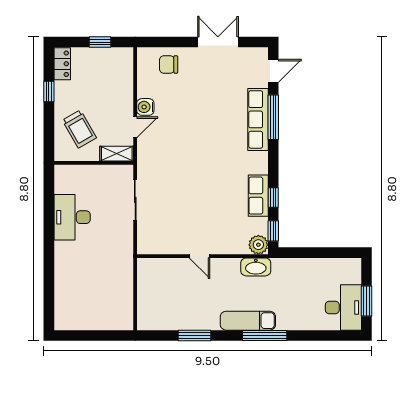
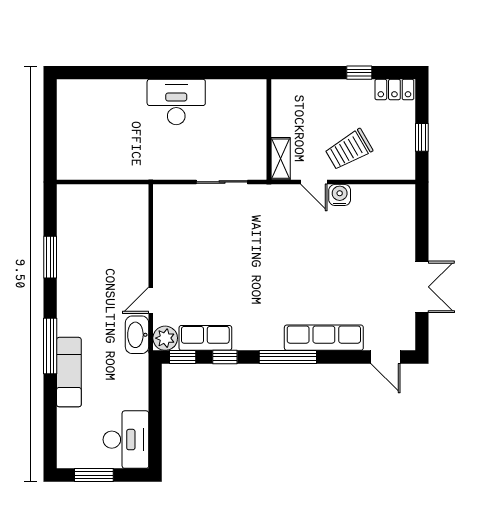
chair: (169, 64) -> (393, 224), removed
window: (273, 117) -> (288, 357), moved
trolley: (79, 129) -> (349, 150), moved
row of seats: (258, 196) -> (205, 338), moved
desk: (72, 217) -> (176, 102), moved
door: (199, 256) -> (151, 300), moved
desk: (343, 307) -> (126, 440), moved, turned -90
exam couch: (248, 321) -> (69, 372), moved

